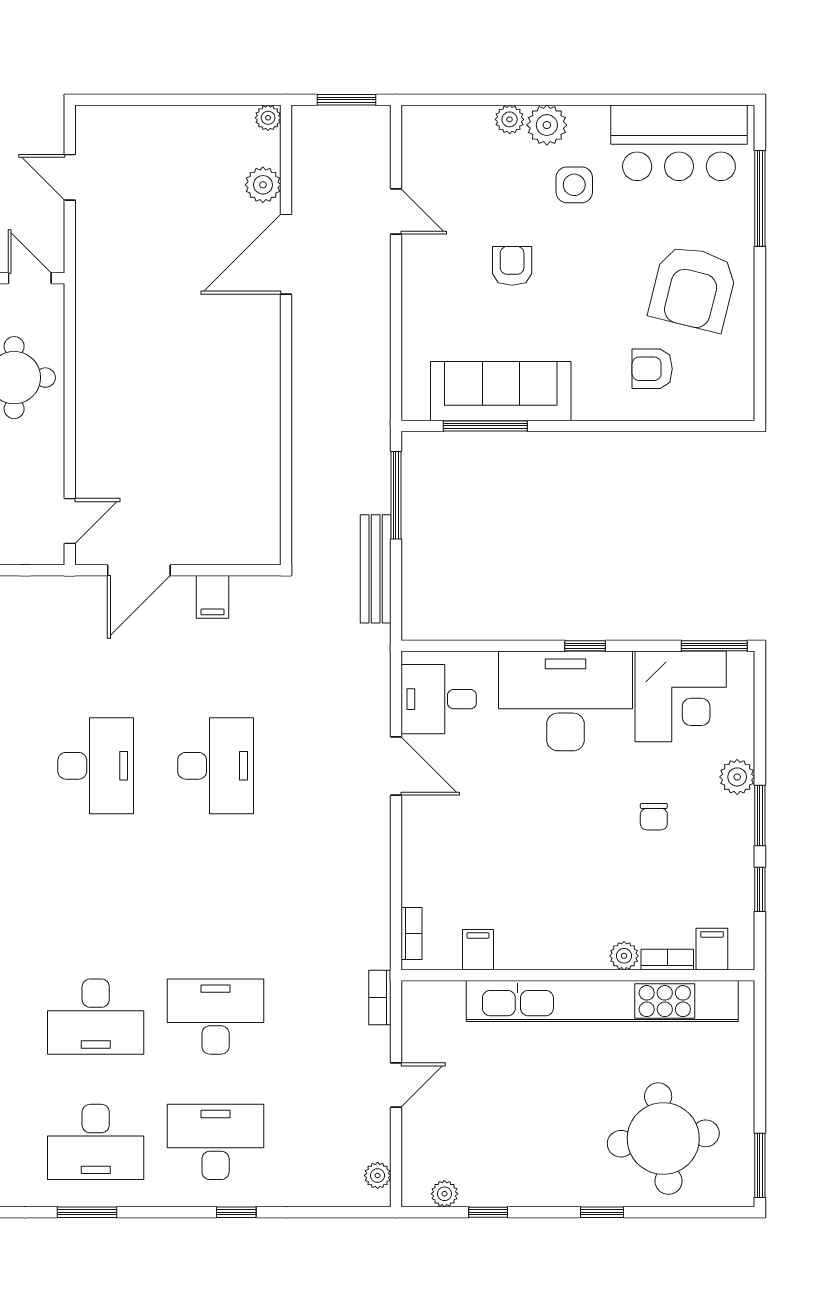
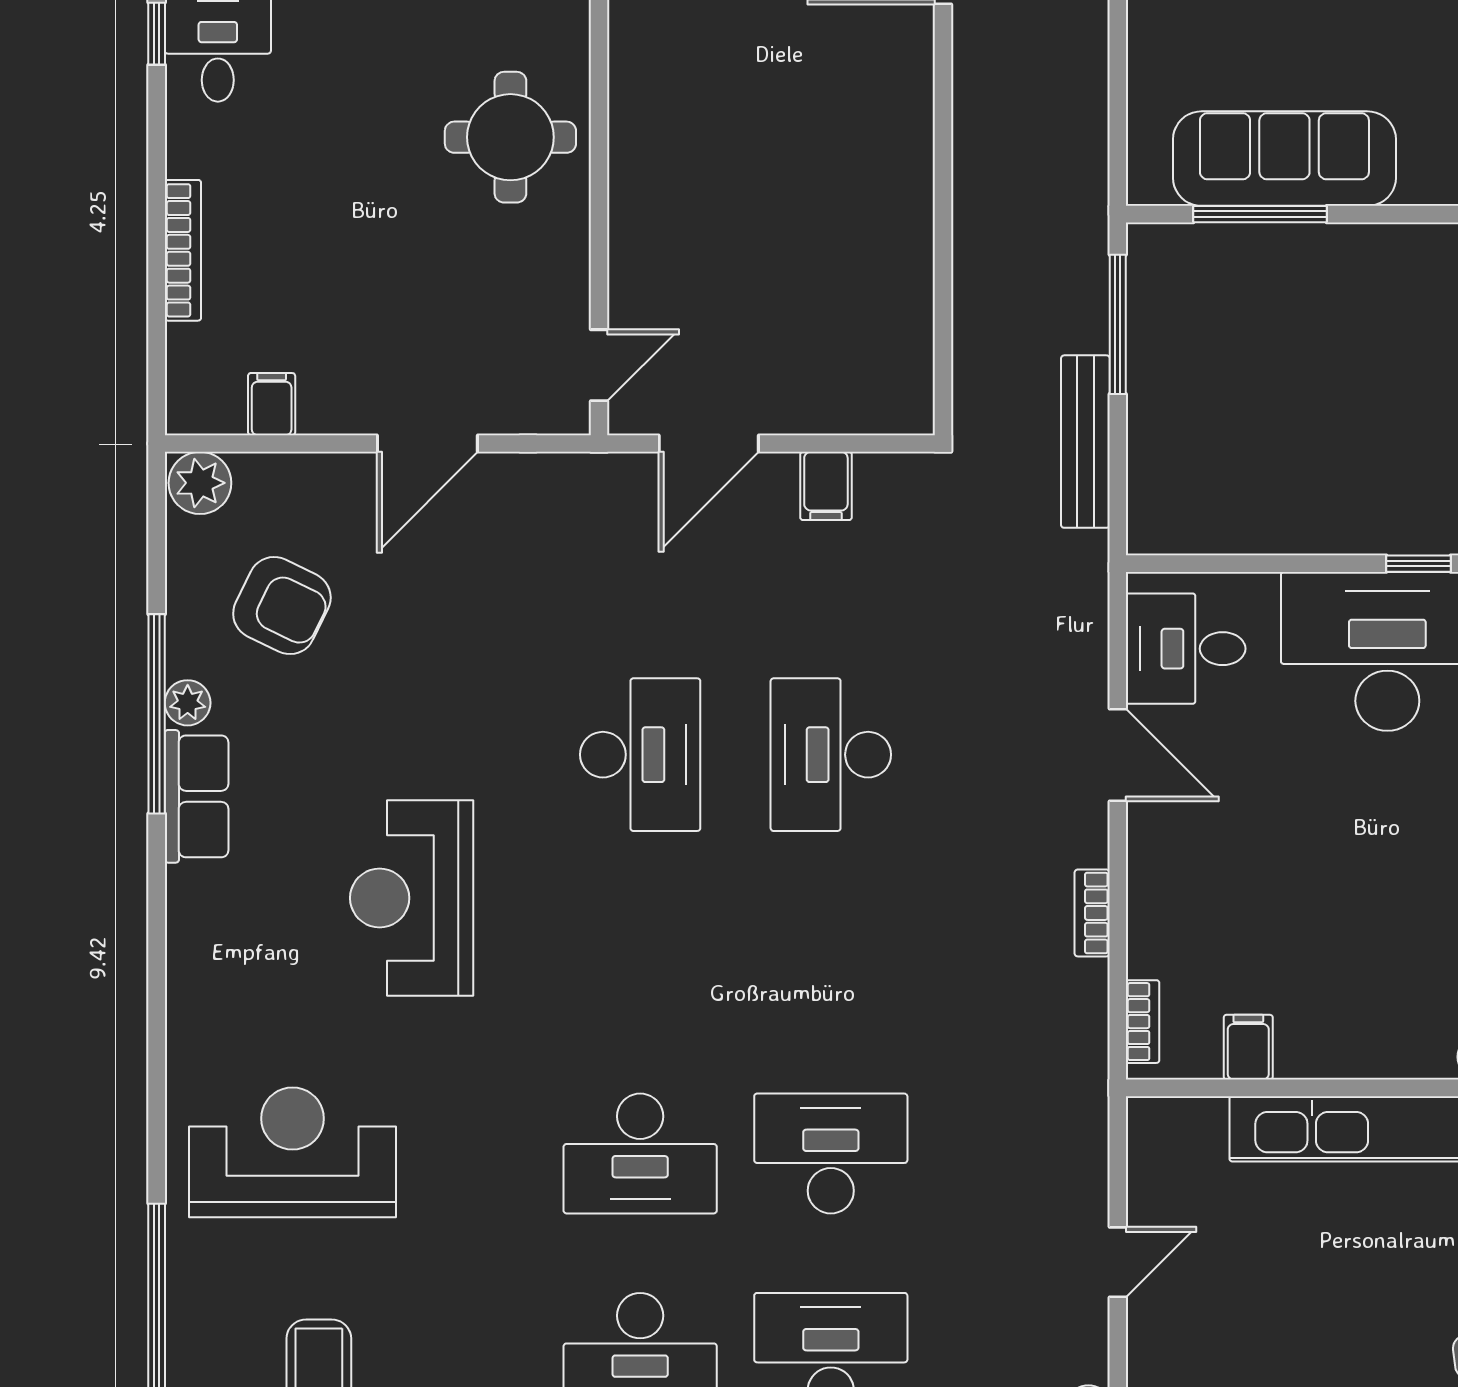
desk: (216, 766) -> (831, 755), turned 180
bookcase: (380, 997) -> (1092, 913), moved

